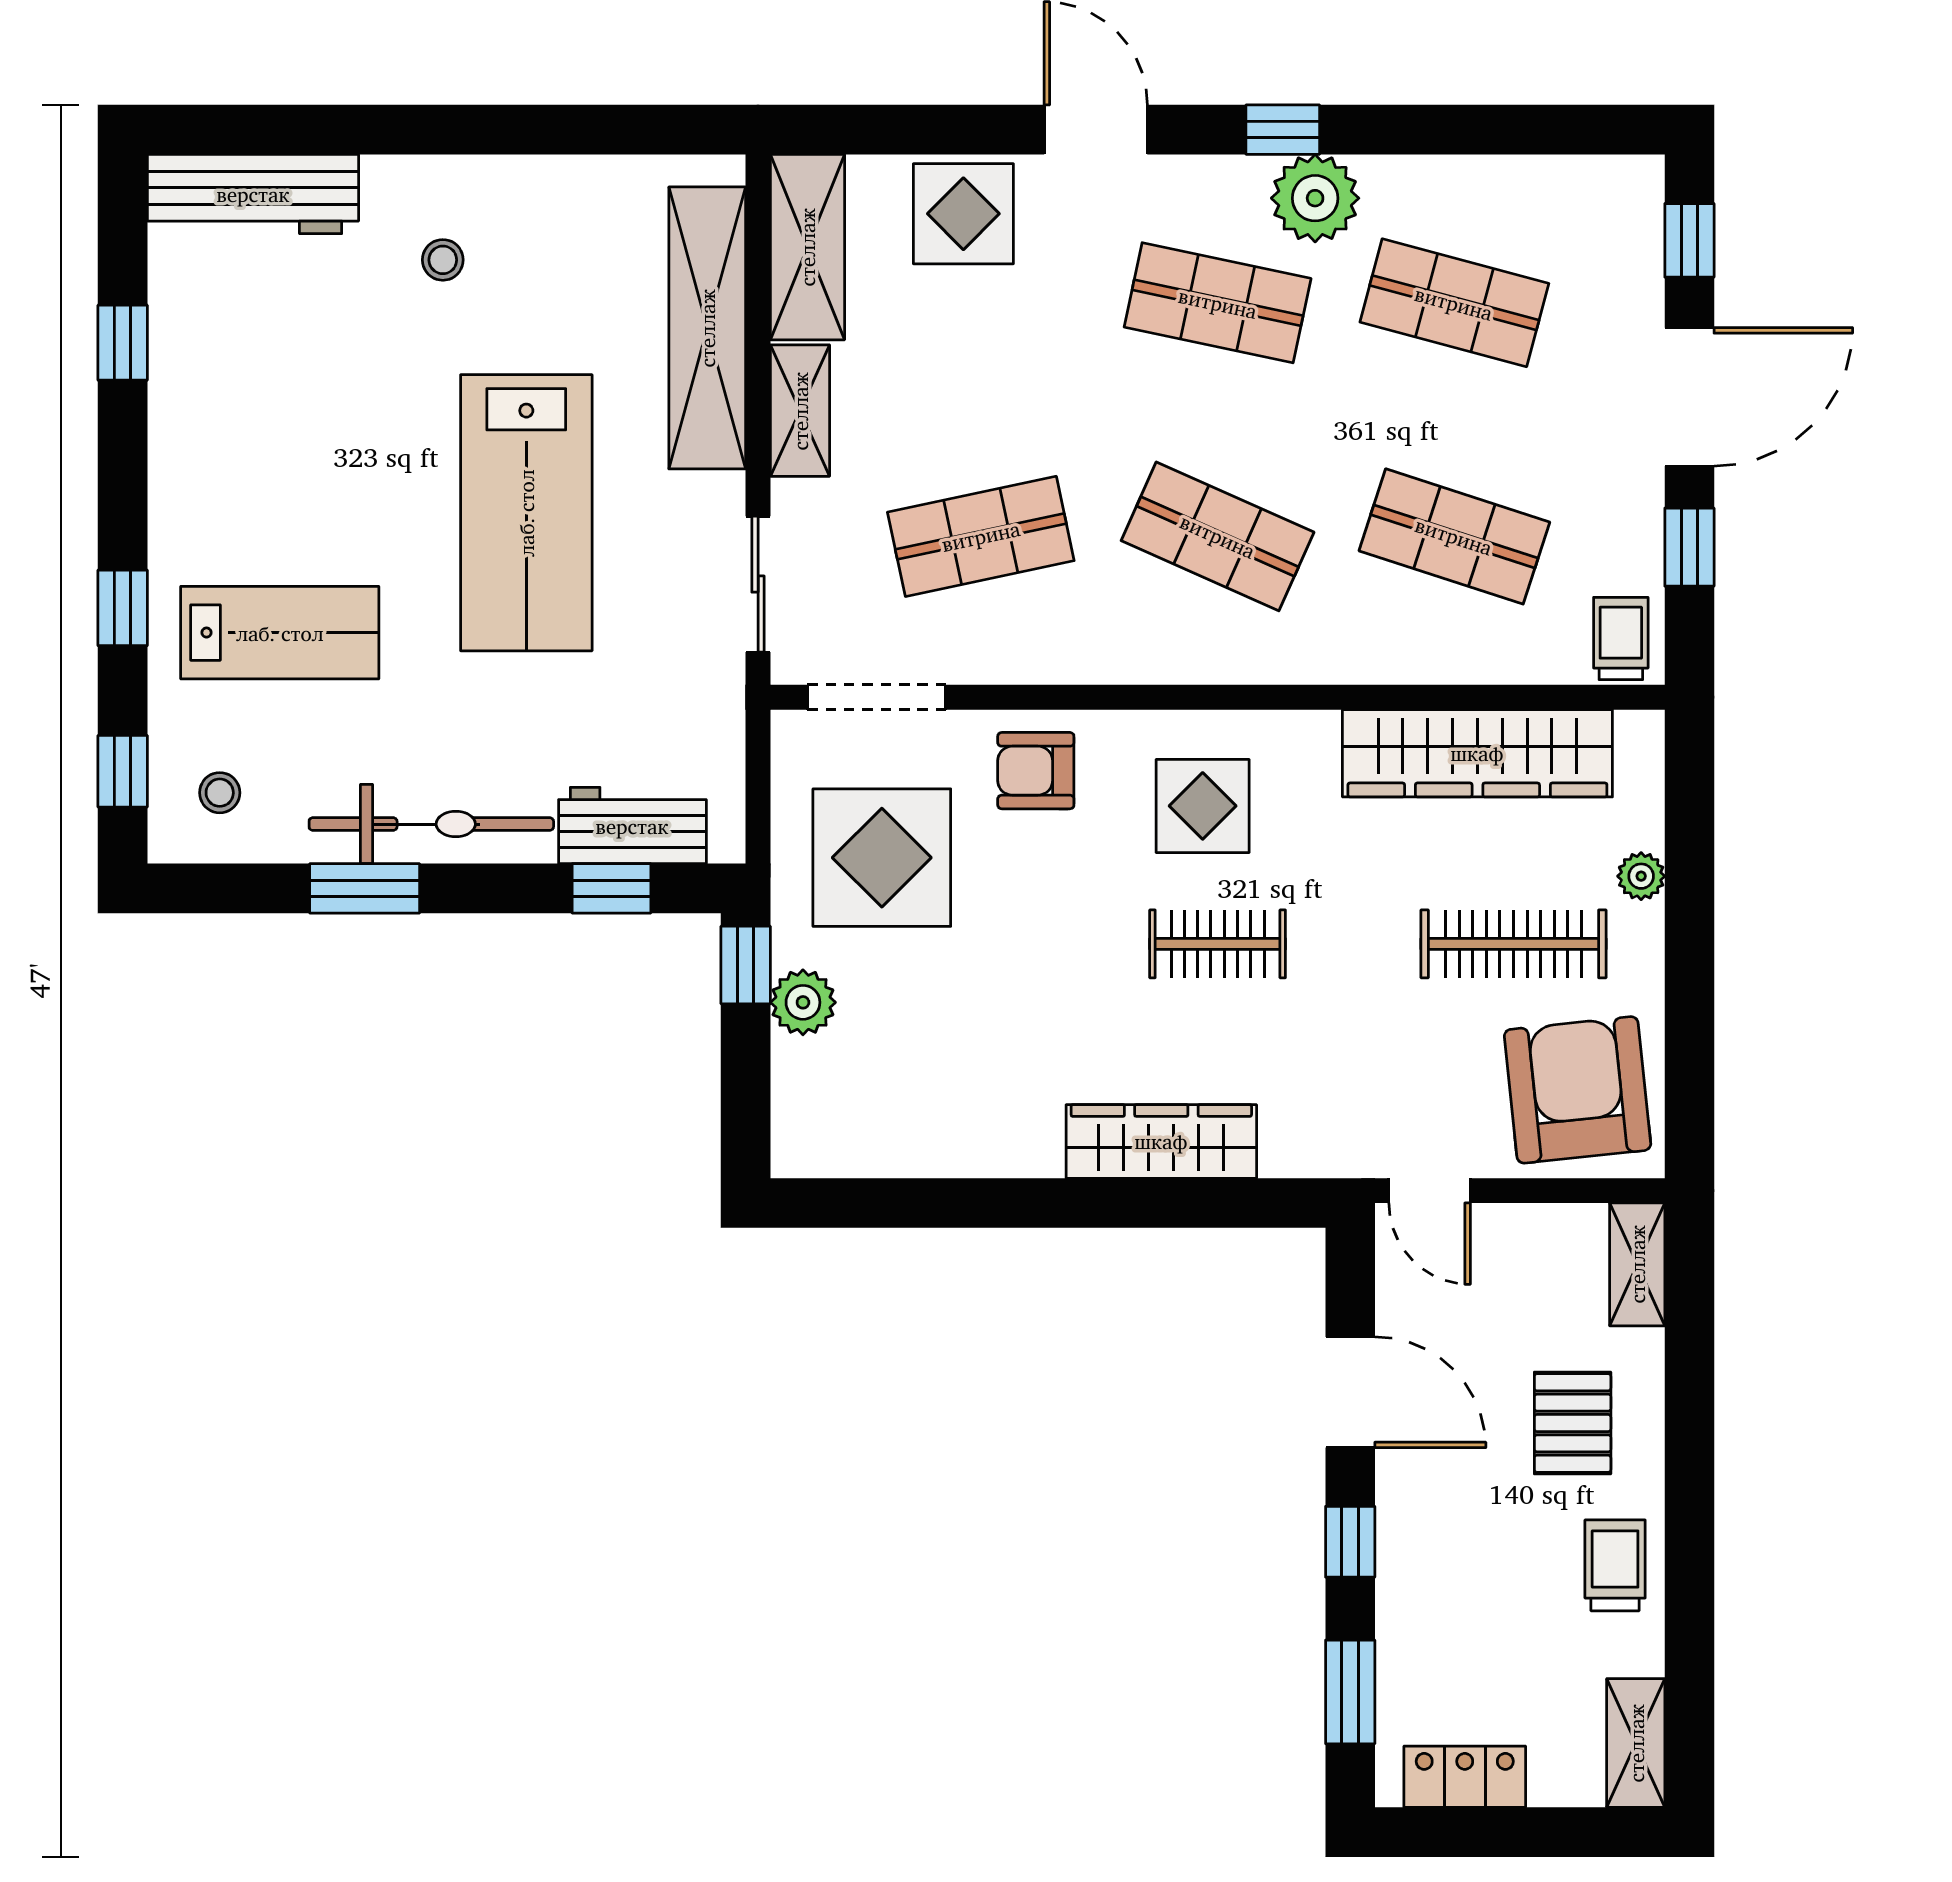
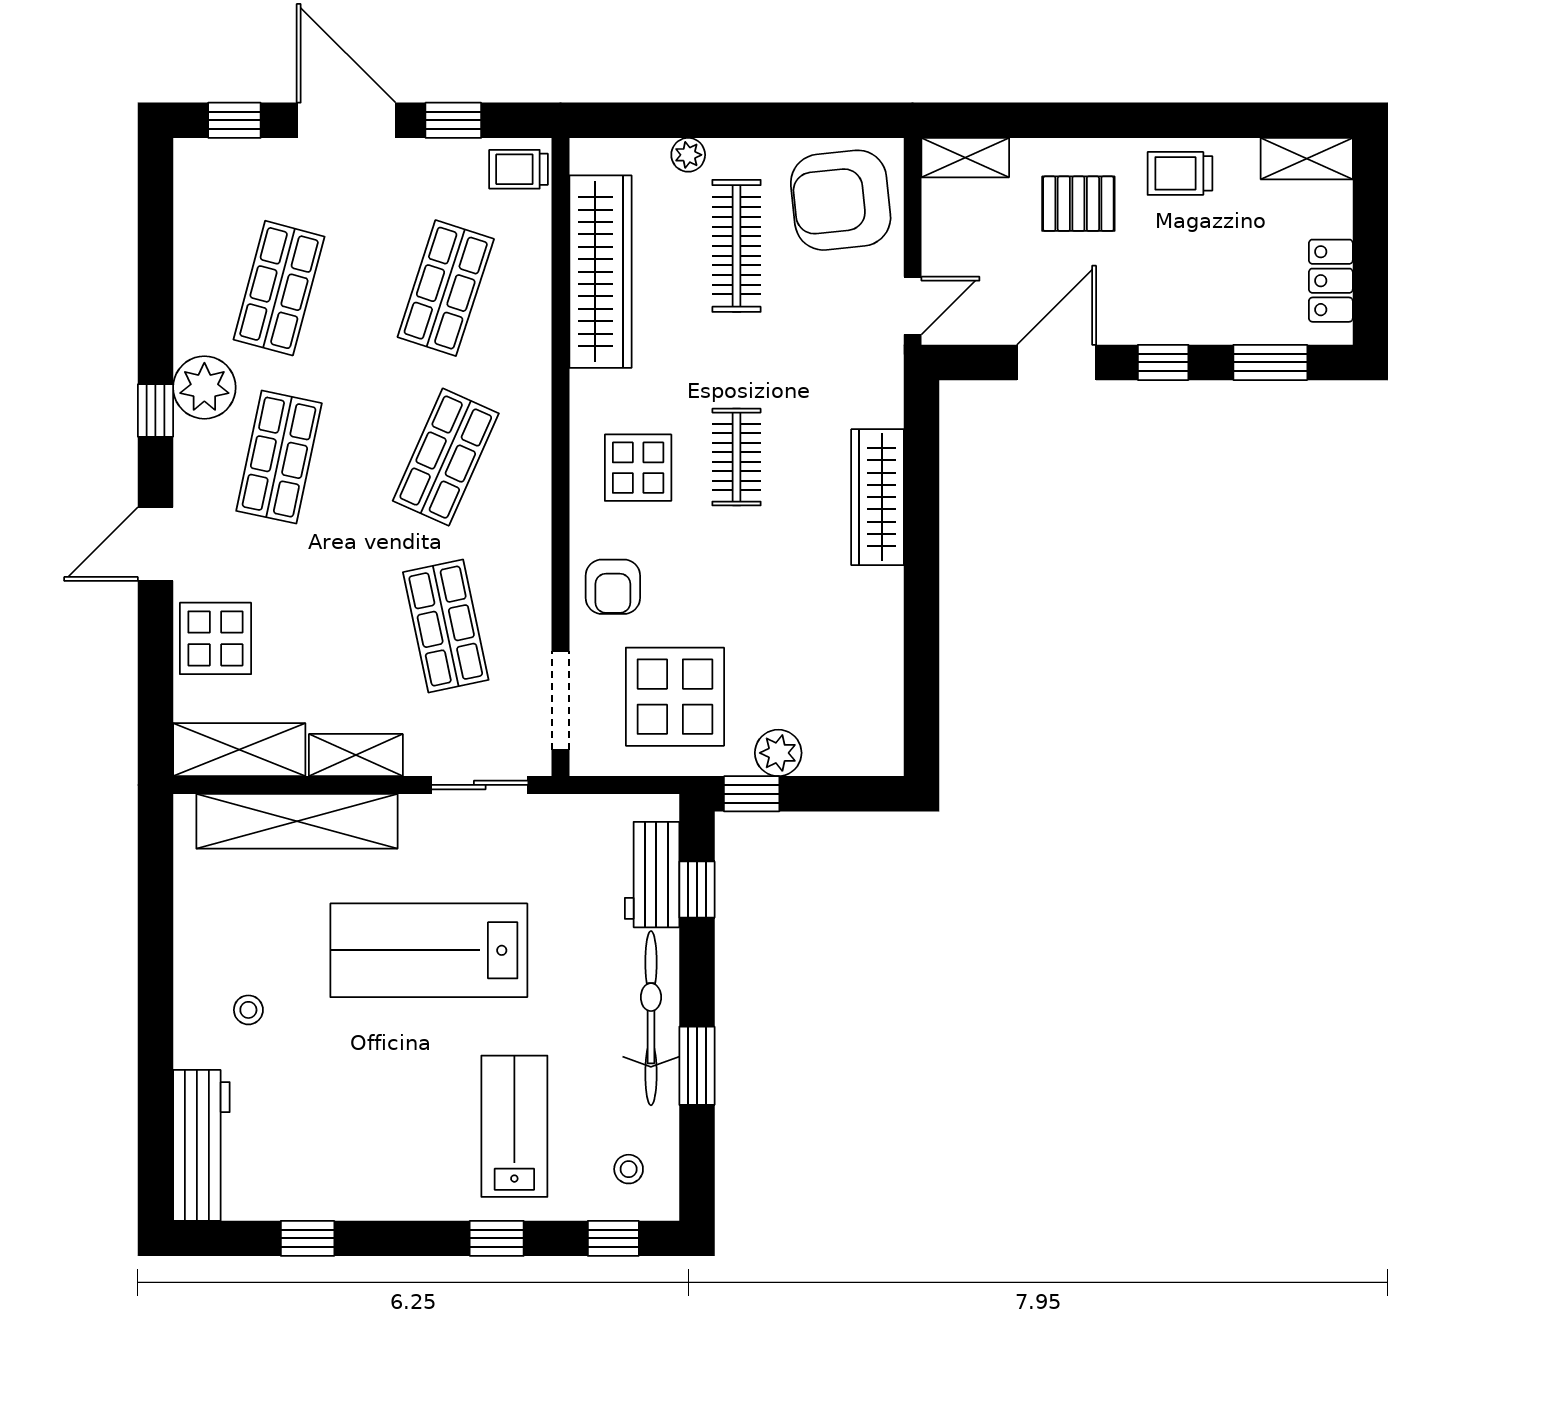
lab bench: (526, 513) -> (429, 950), turned 180

